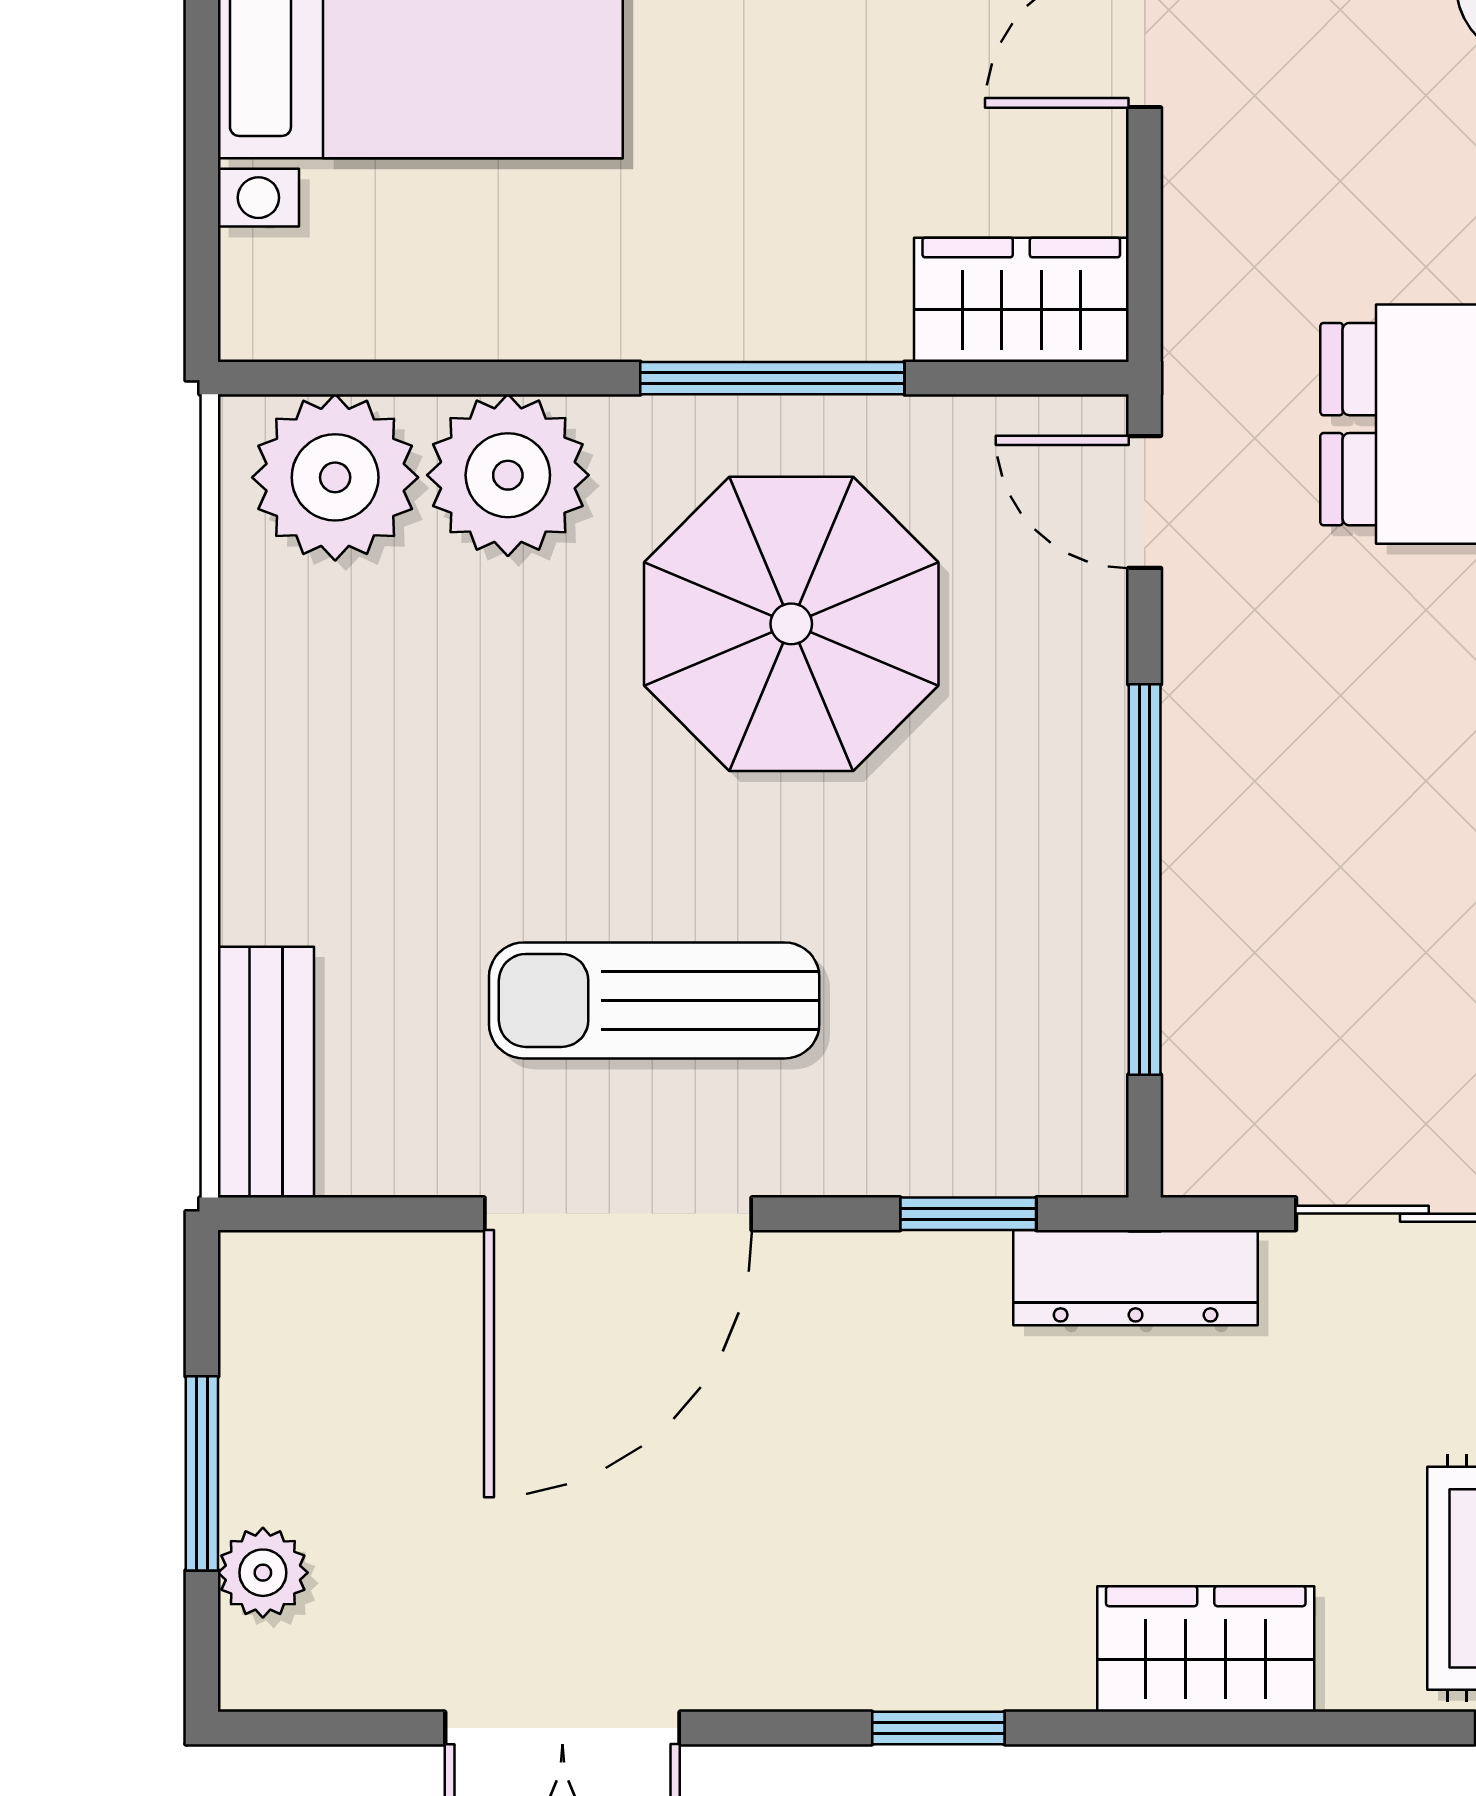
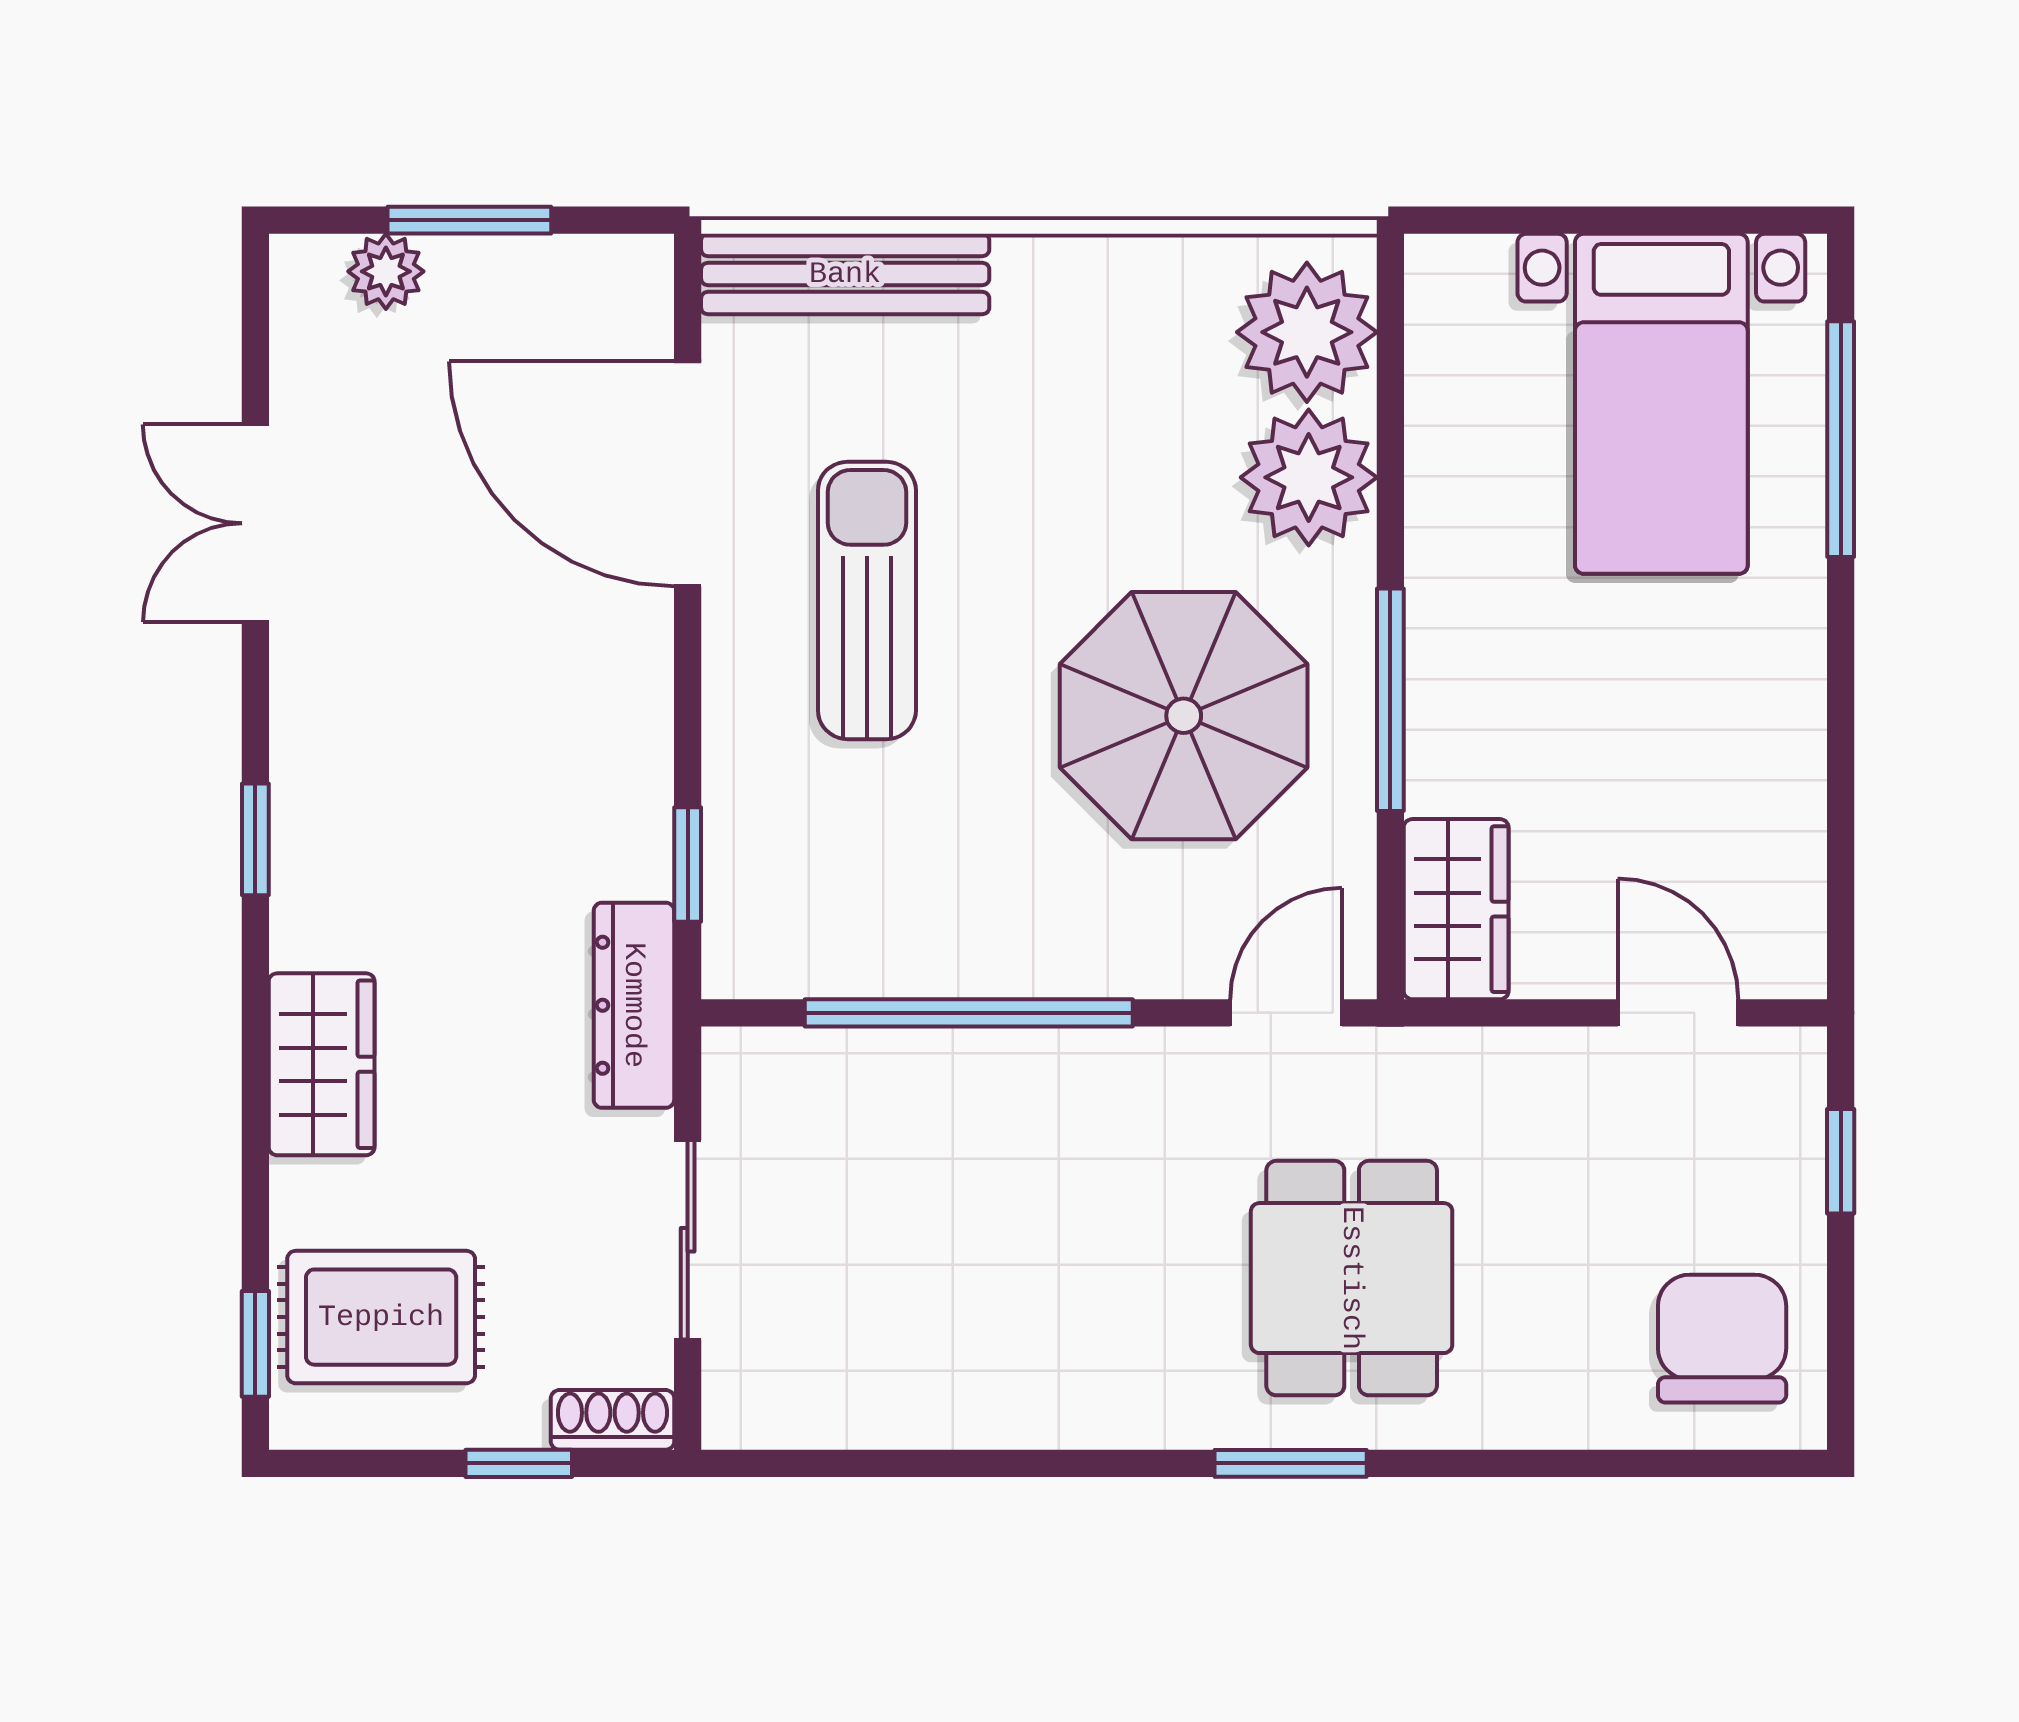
bench: (266, 1072) -> (845, 274), width x1.36
door: (618, 1214) -> (688, 474), moved

